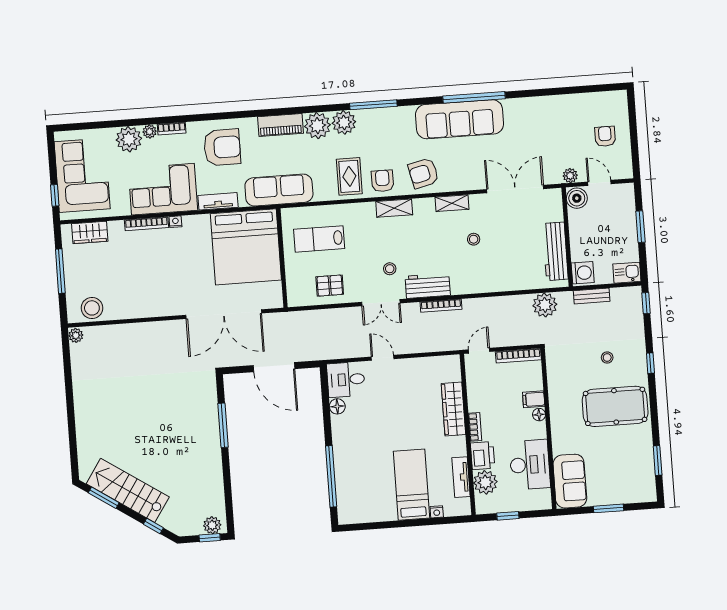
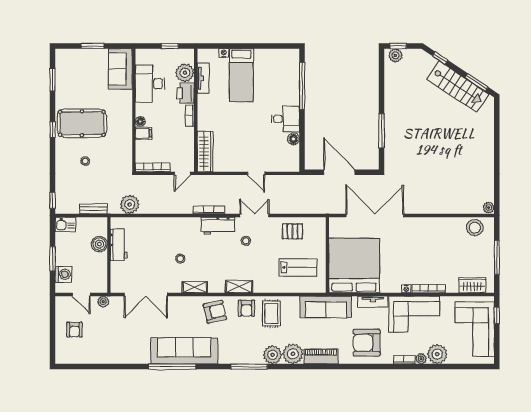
boiler: (577, 198) -> (99, 244), moved
workbench: (555, 251) -> (119, 245), width x0.73
washing machine: (583, 273) -> (63, 274), moved, turned 180
window: (650, 363) -> (53, 130), moved
desk: (346, 380) -> (285, 119), moved
wardrobe: (453, 409) -> (205, 152), moved

